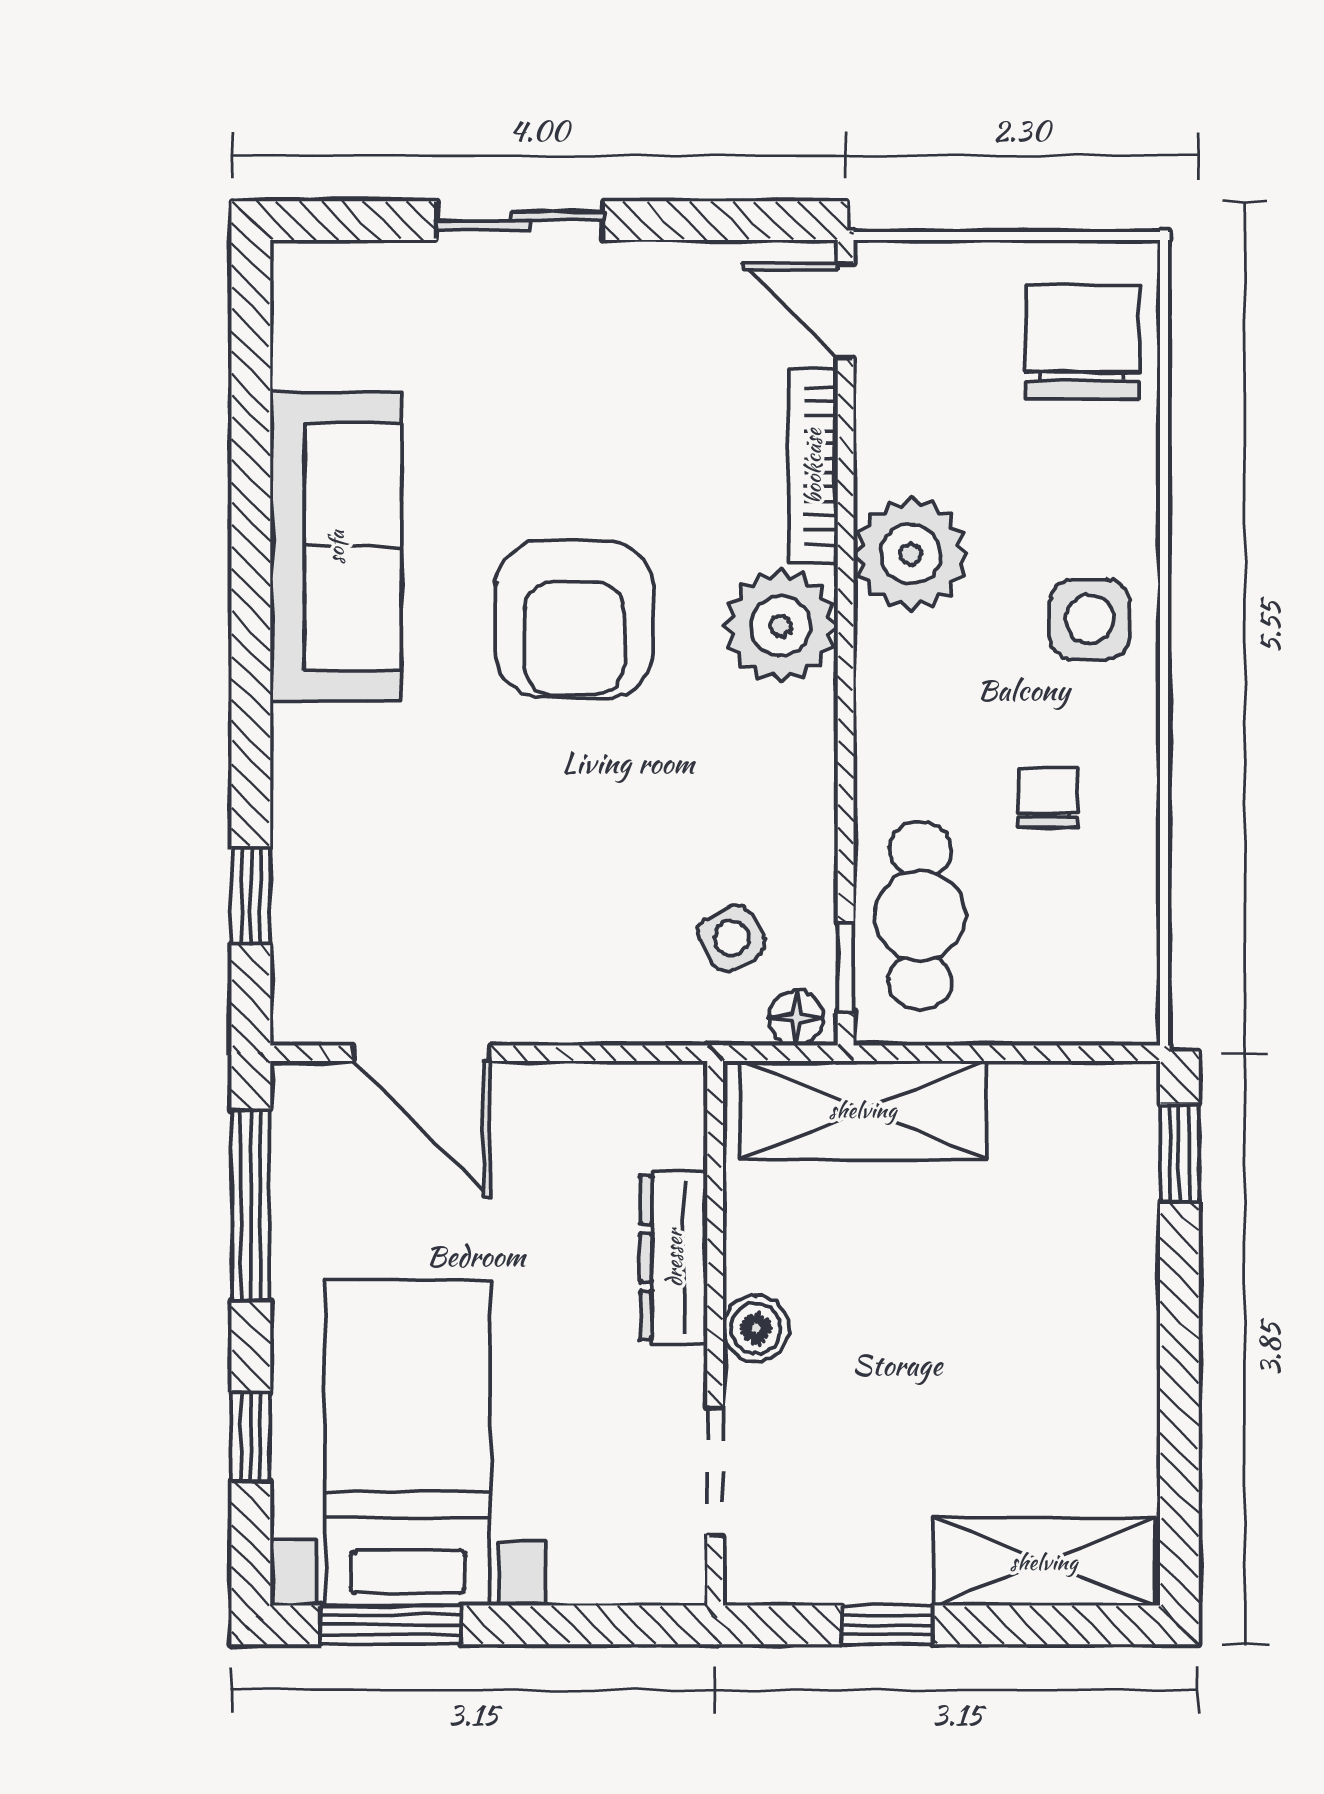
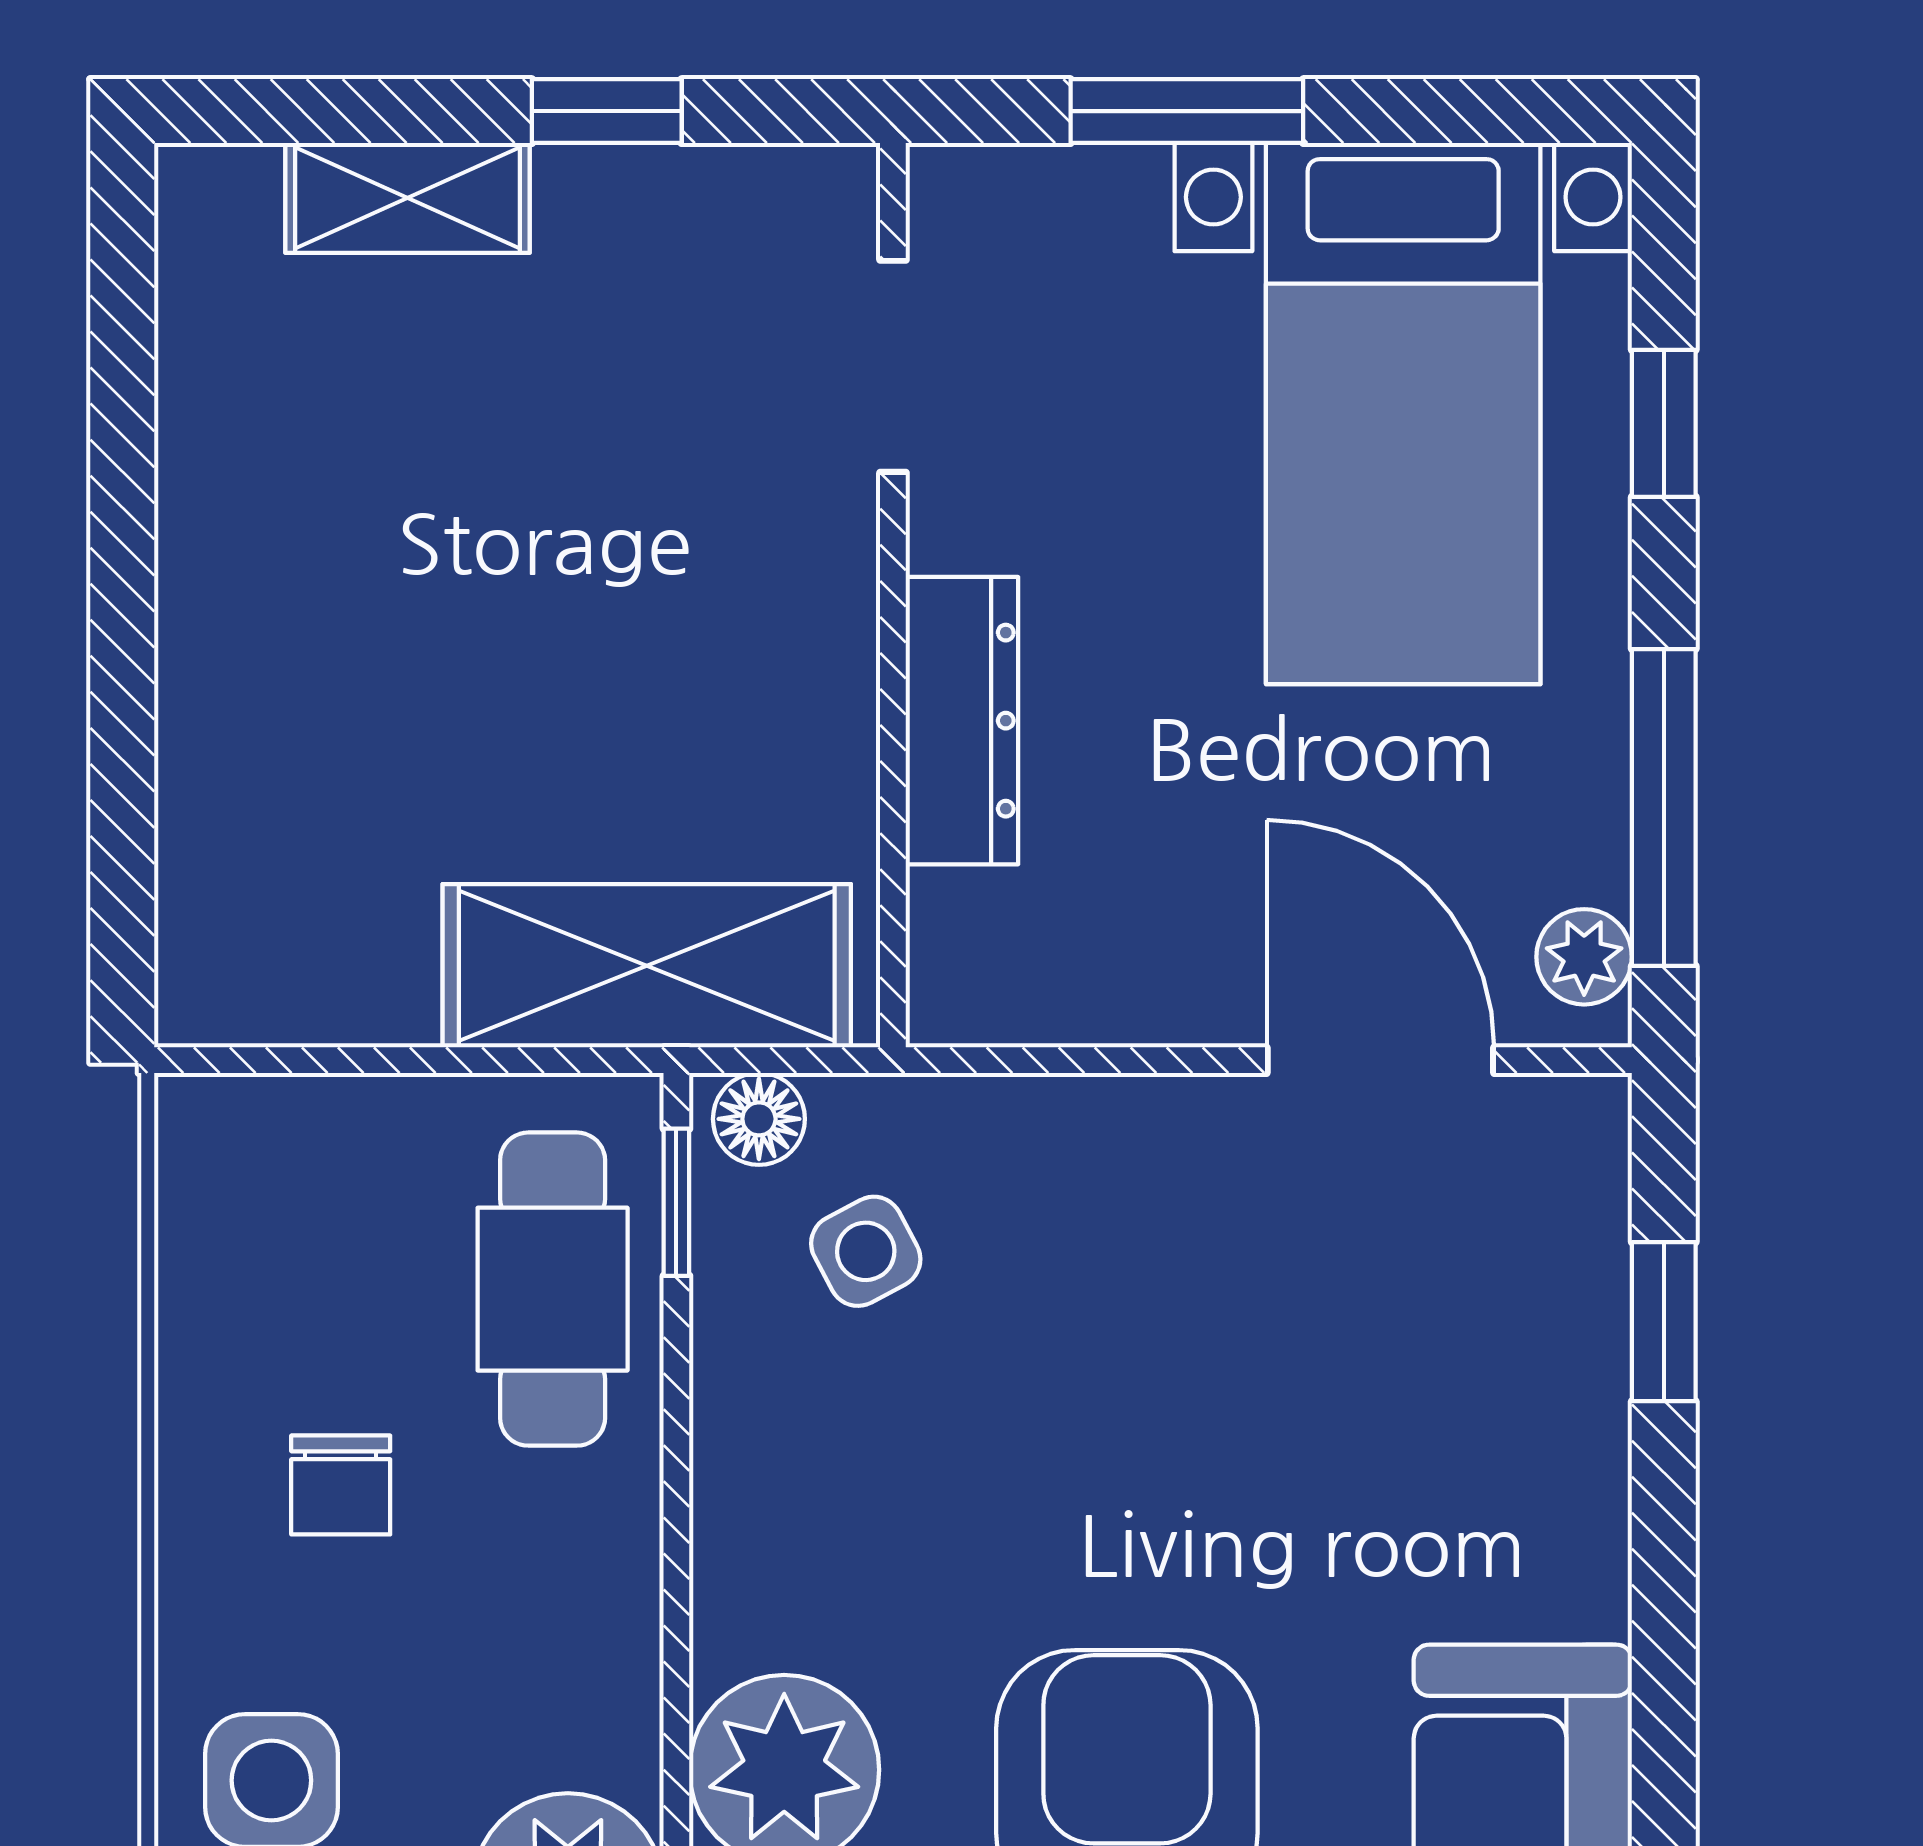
plant: (299, 1116) -> (1584, 957), added
window: (1179, 1153) -> (122, 895), removed
boiler: (756, 1328) -> (825, 603), removed
shelving: (1044, 1562) -> (408, 198), width x0.67, depth x0.75
window: (391, 1625) -> (1187, 111), moved

